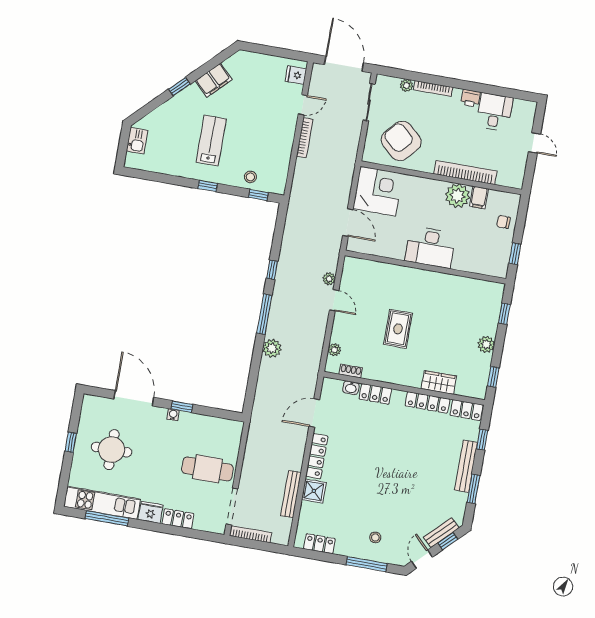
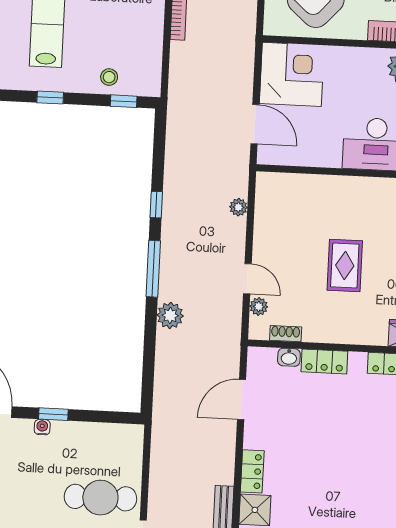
door: (334, 300) -> (247, 279), moved
locker: (317, 456) -> (252, 471), width x0.66

